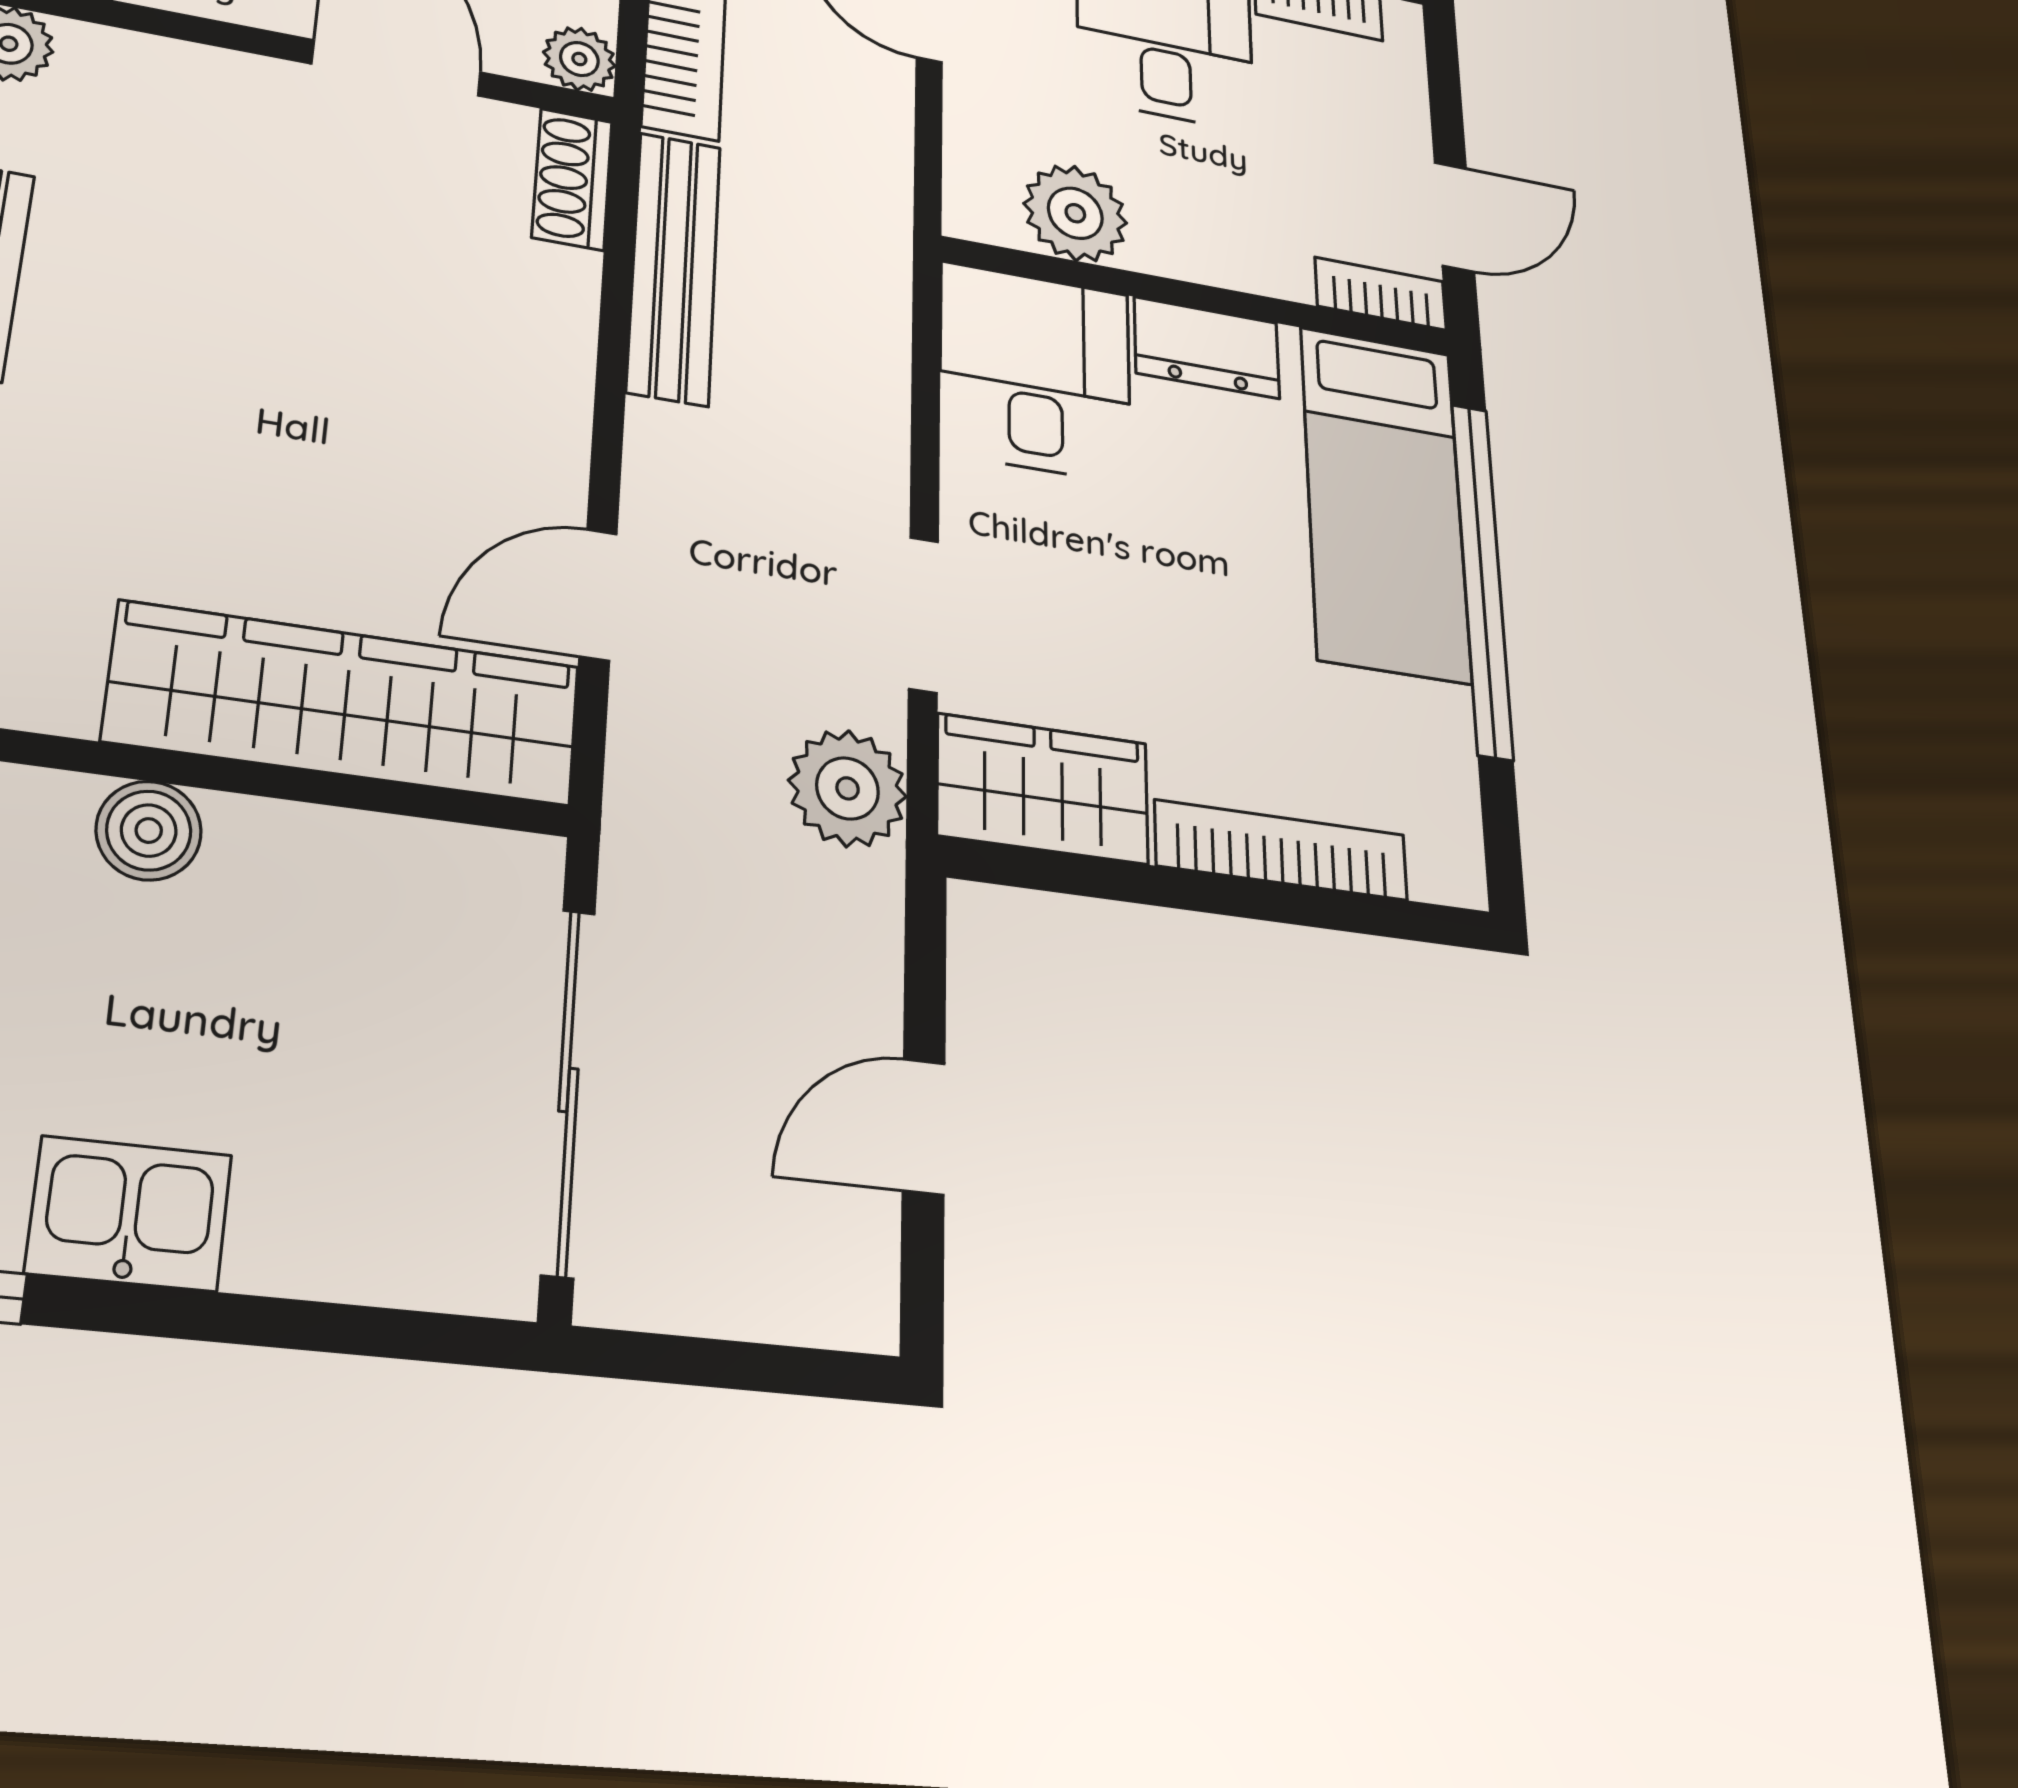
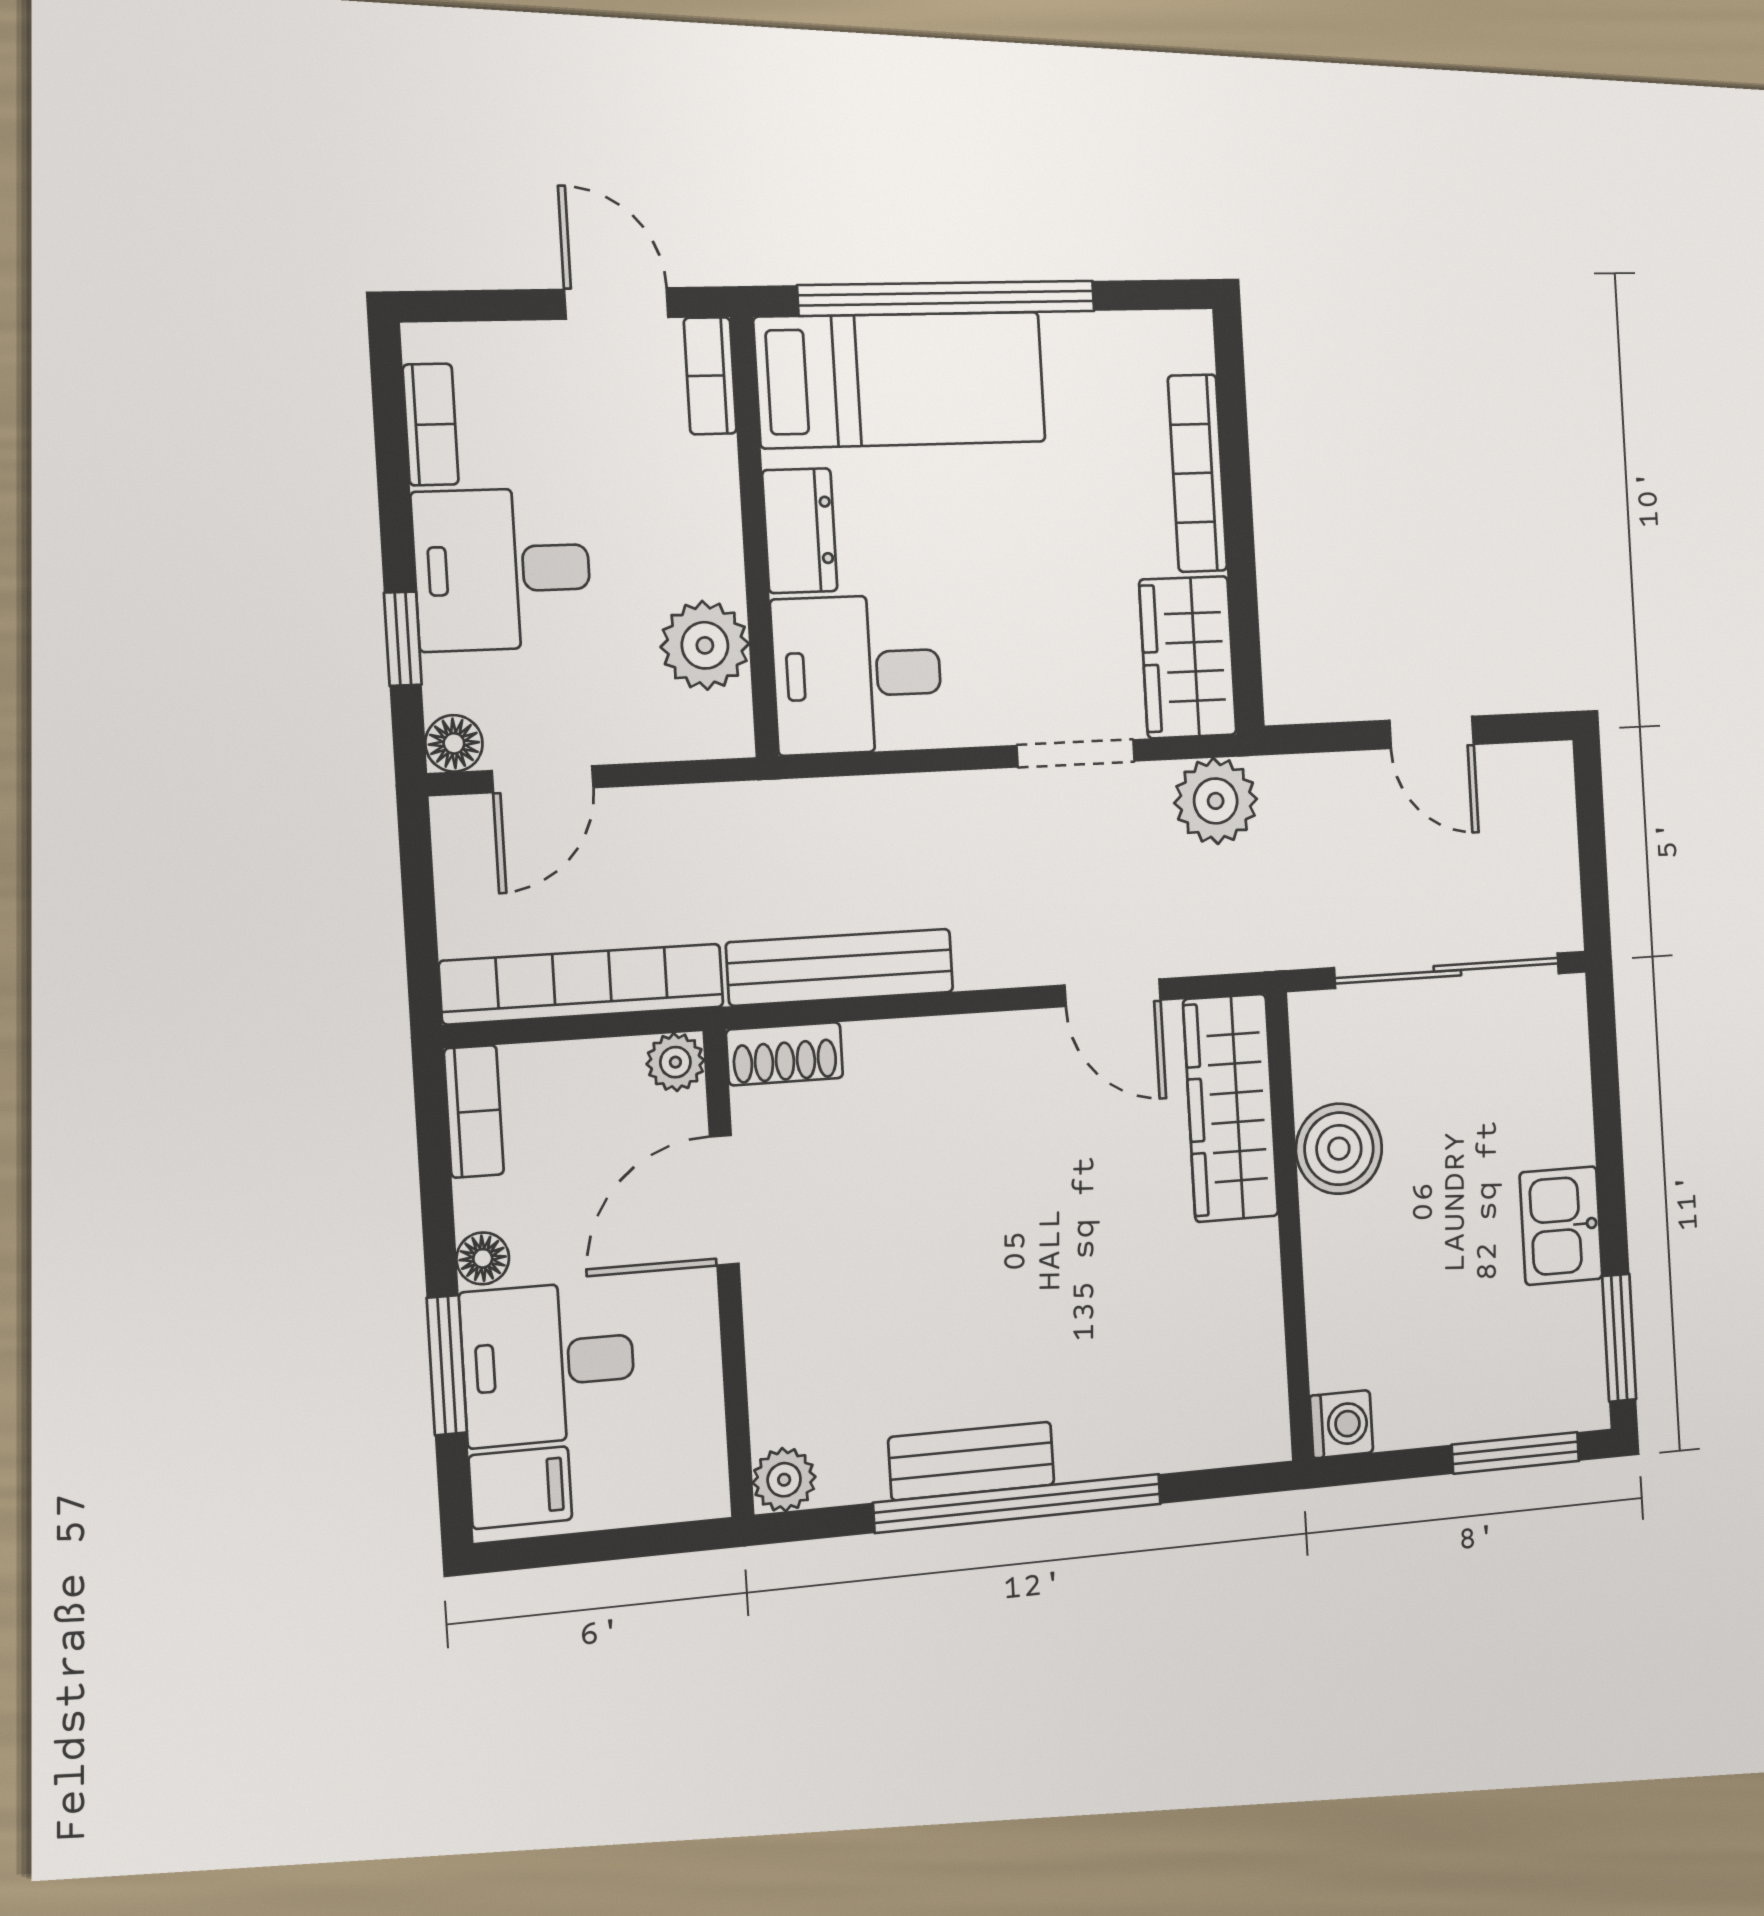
wardrobe: (346, 704) -> (1231, 1108), width x0.71, depth x0.85
boiler: (149, 831) -> (1339, 1149), moved, width x1.36, depth x1.36

